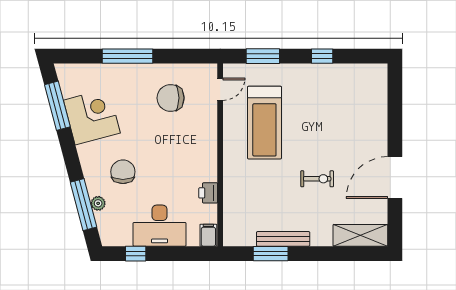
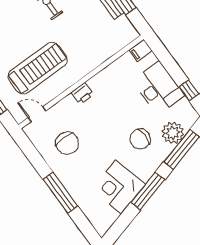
window: (57, 106) -> (148, 191), moved
printer: (208, 193) -> (82, 93), moved
plant: (98, 203) -> (173, 133), width x1.87, depth x1.87

